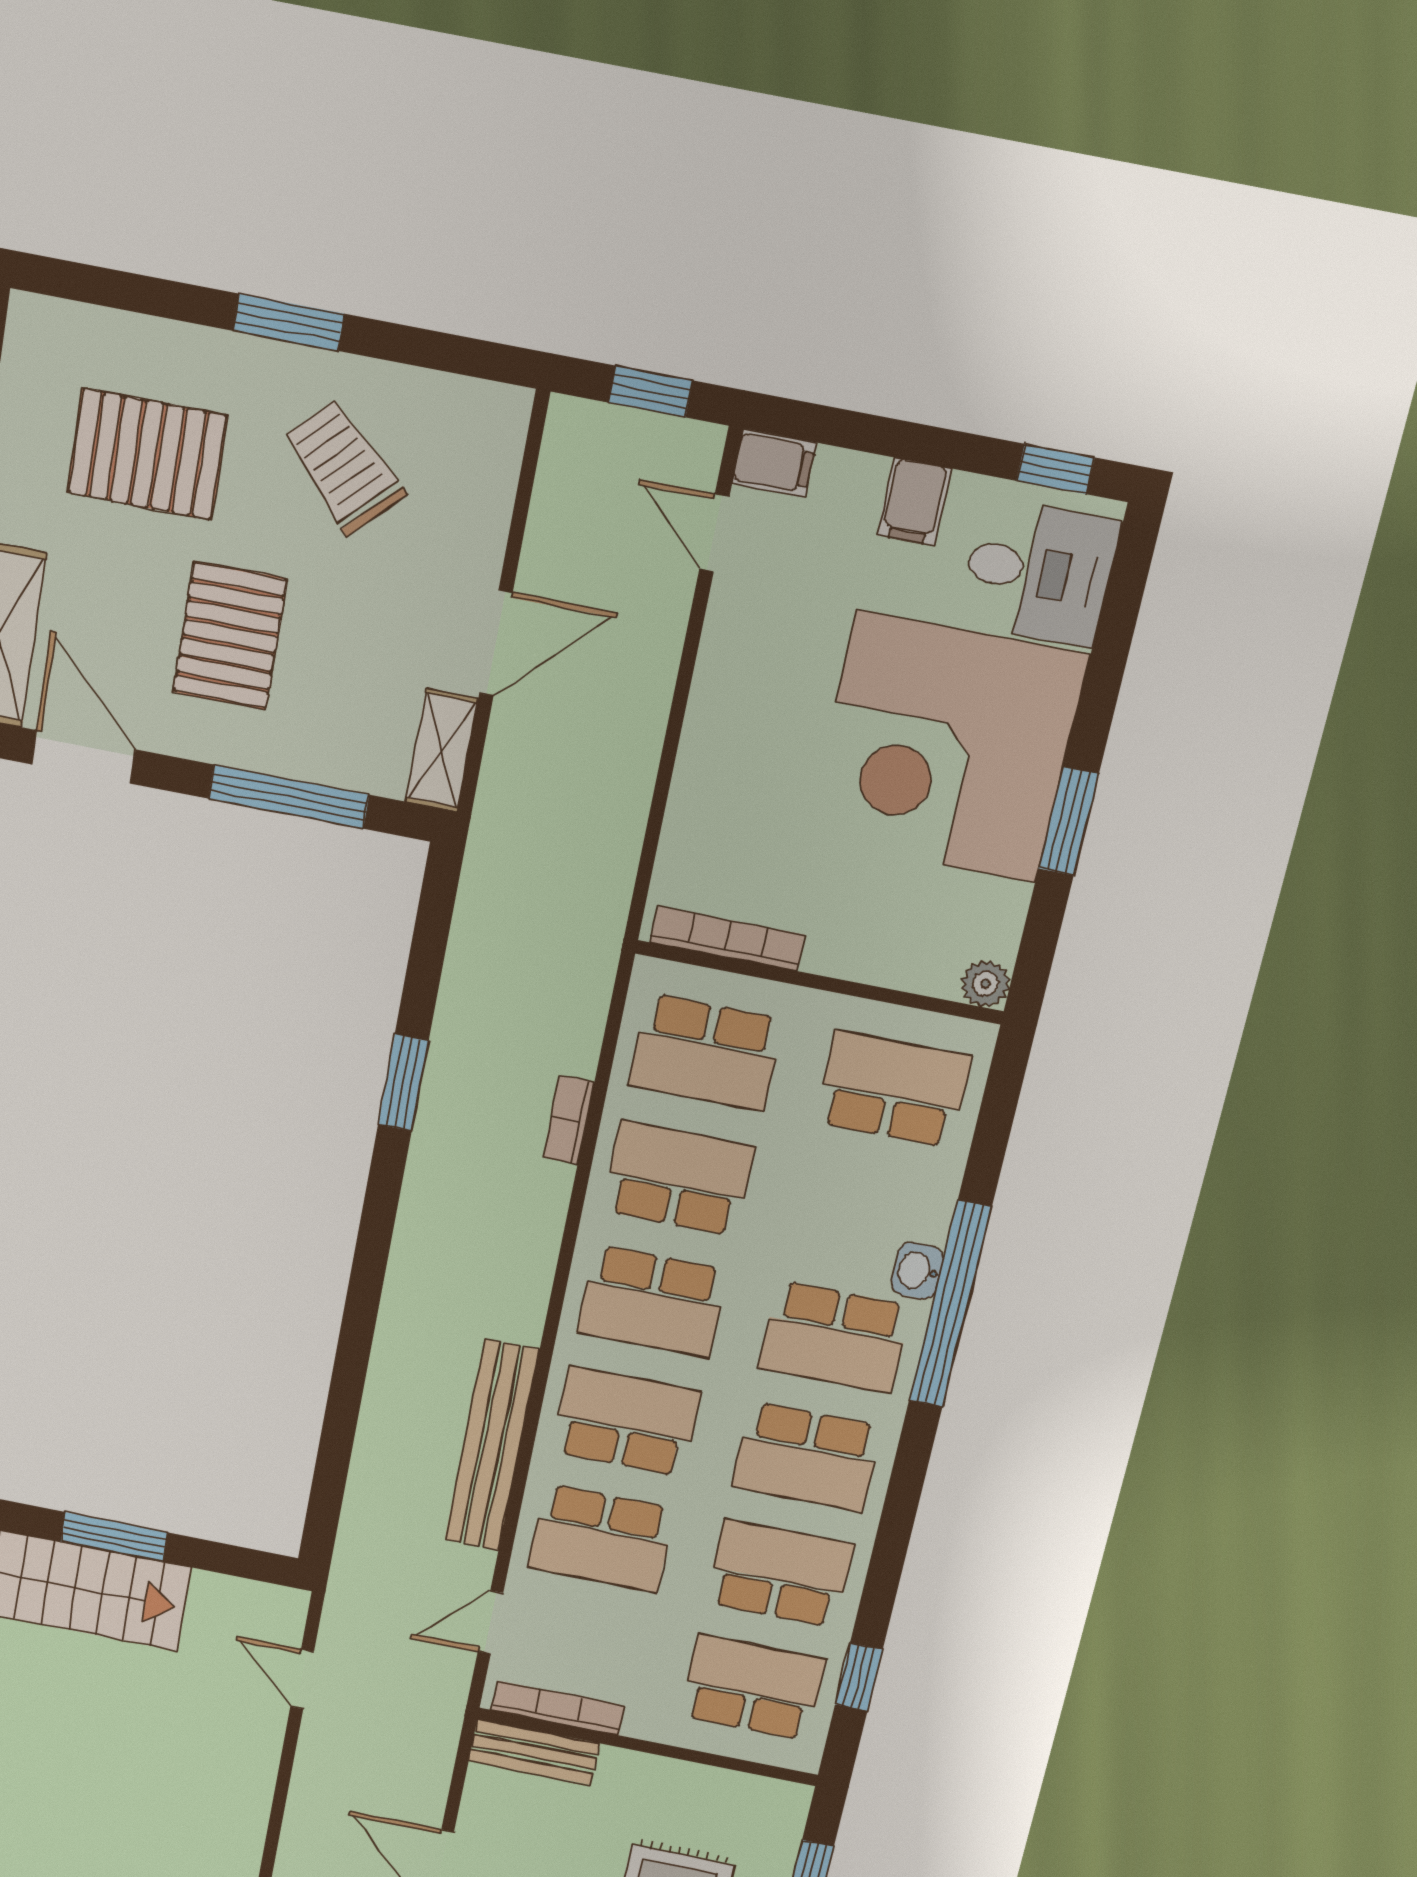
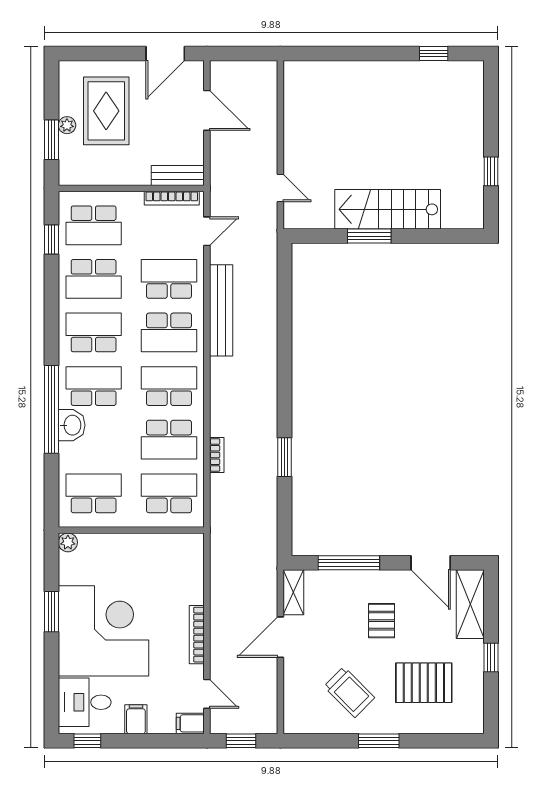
pallet: (230, 636) -> (382, 621), width x0.67, depth x0.71
bookcase: (727, 939) -> (197, 635), moved, turned 90
school desk: (893, 1089) -> (94, 493), turned 180
washbasin: (917, 1271) -> (72, 425), width x1.38, depth x1.45

